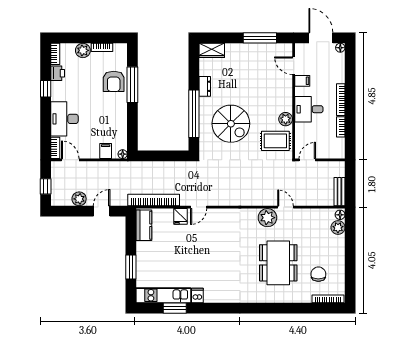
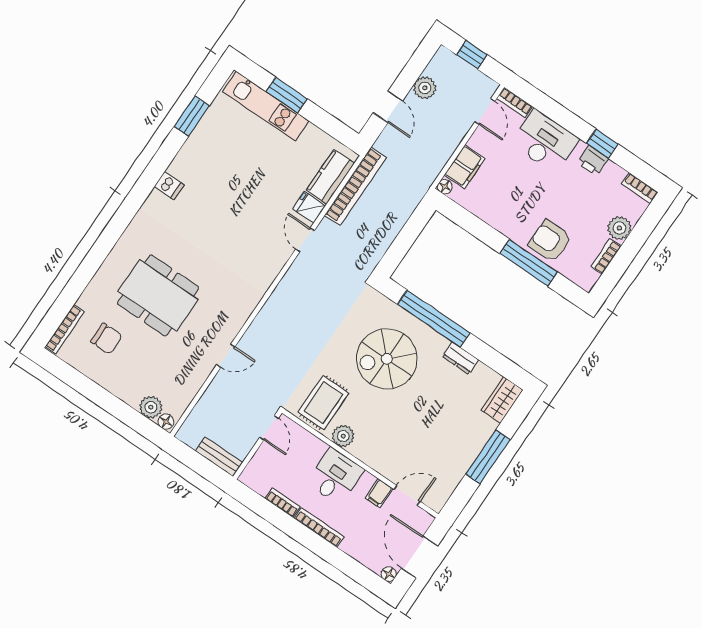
window: (260, 38) -> (488, 457), moved
door: (321, 38) -> (419, 557), swing flipped
printer: (58, 73) -> (593, 161), moved
filing cabinet: (106, 151) -> (465, 167), width x2.00
door: (70, 160) -> (485, 112), hinge flipped
bench: (339, 192) -> (219, 457), moved
plant: (267, 218) -> (228, 322), removed
kitchen counter: (144, 225) -> (330, 177), moved, turned 90
kitchen unit: (163, 295) -> (266, 106), moved, turned 90
dishwasher: (197, 296) -> (169, 186), moved

